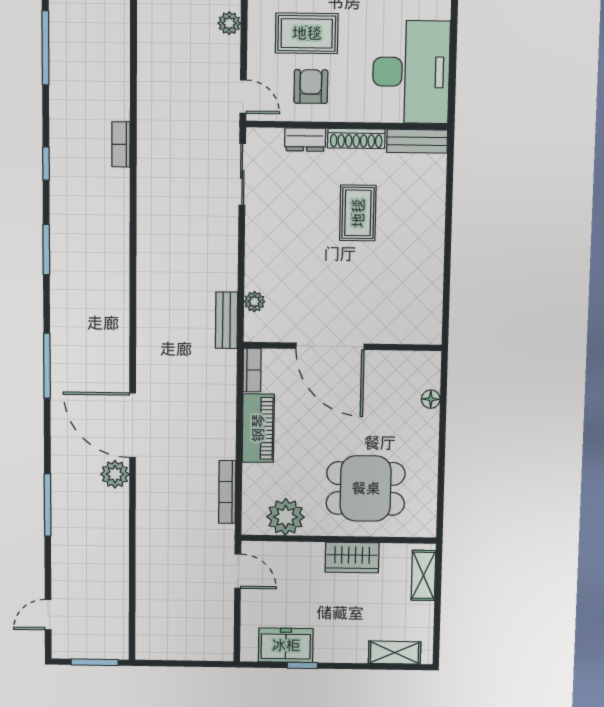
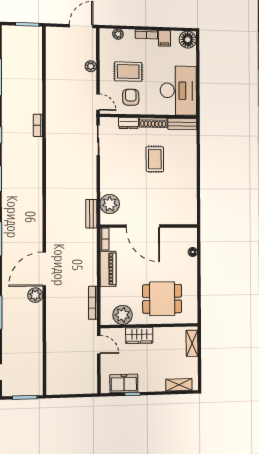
plant: (254, 302) -> (110, 204), width x1.87, depth x1.87
door: (133, 425) -> (44, 269), hinge flipped
wardrobe: (352, 557) -> (139, 336), moved

